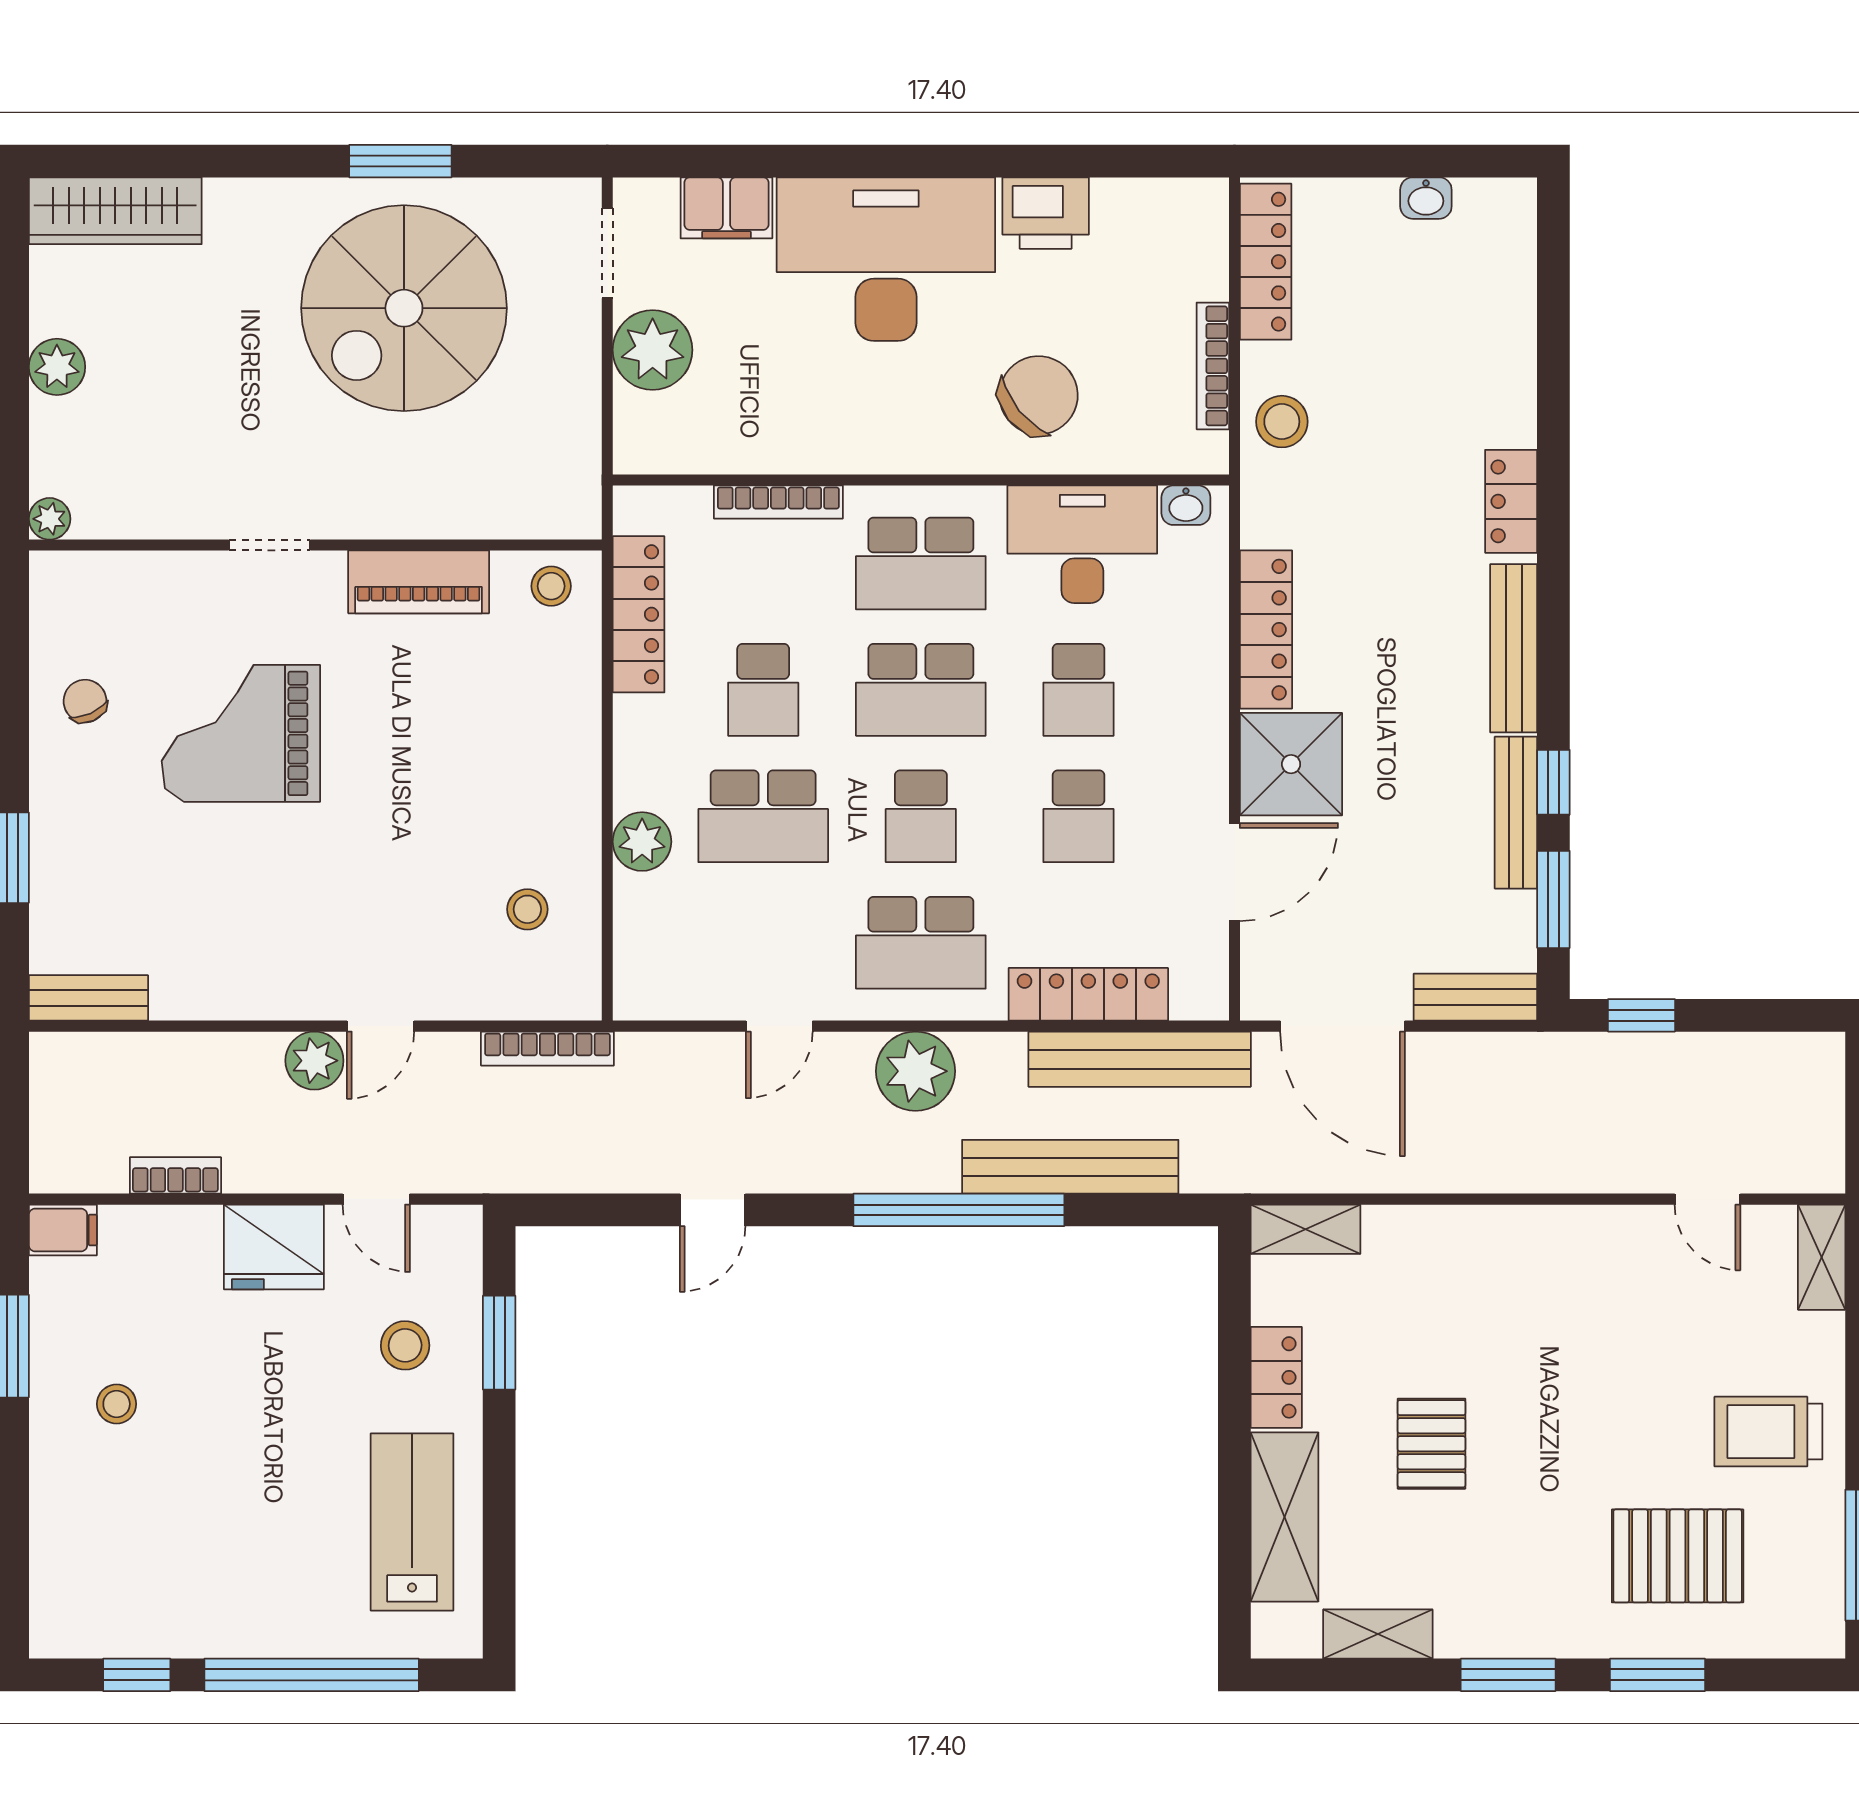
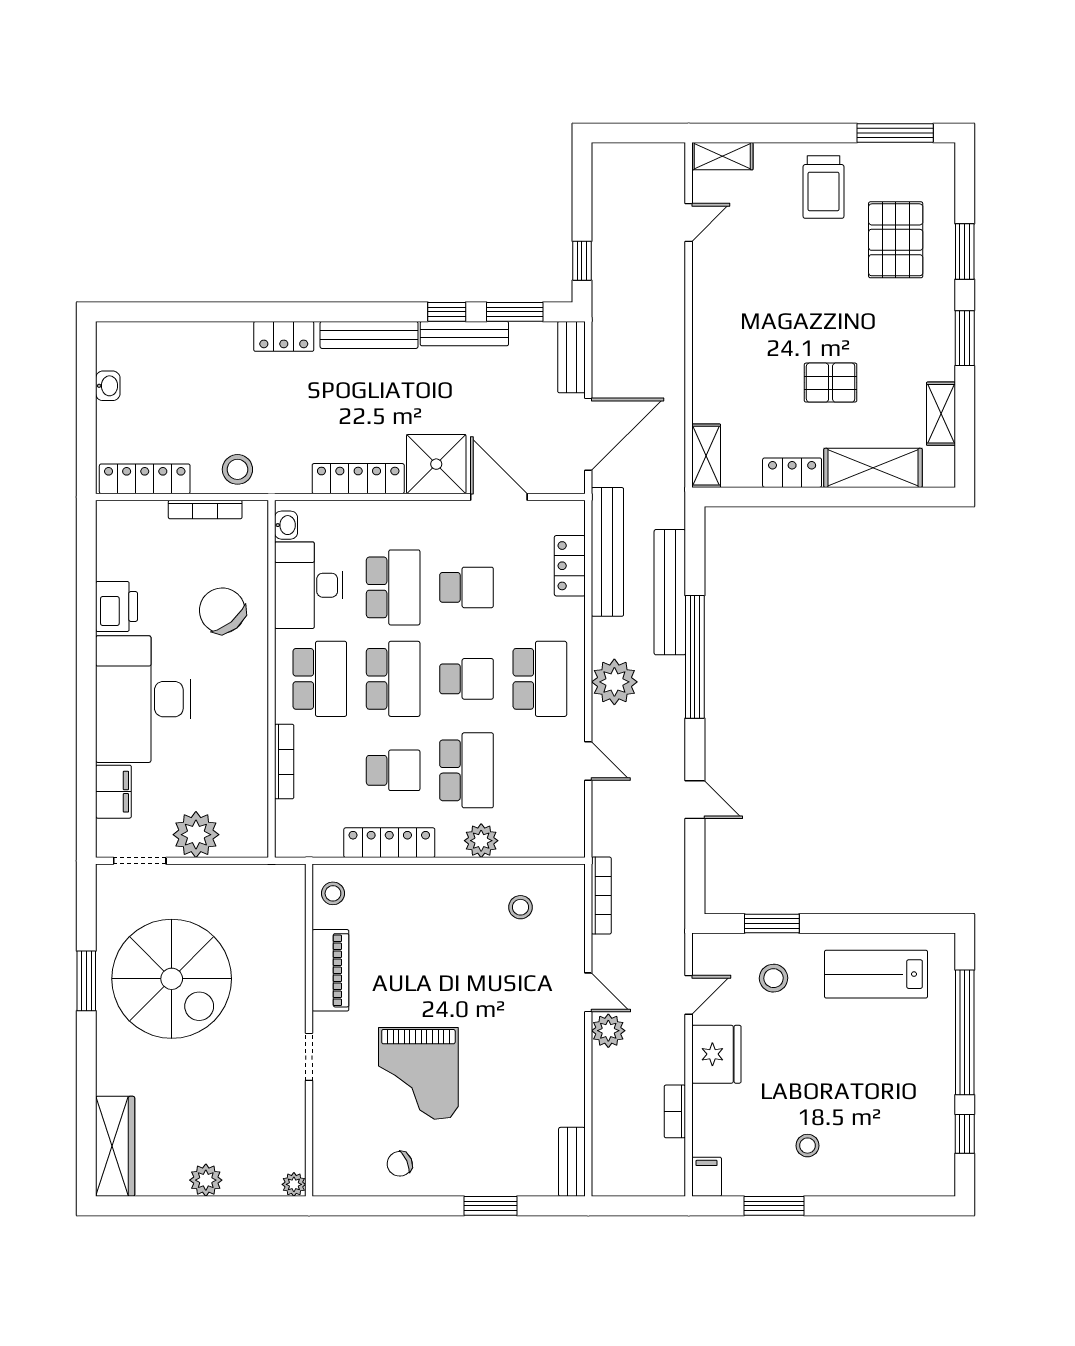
locker: (639, 614) -> (389, 843), moved
school desk: (1078, 690) -> (393, 587), width x1.85
locker: (1088, 994) -> (570, 566), width x0.66

